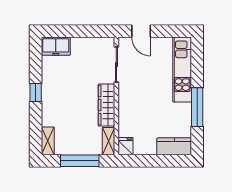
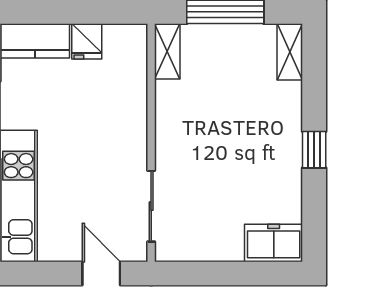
wardrobe: (107, 105) -> (171, 124), removed
fridge: (126, 146) -> (87, 41), moved

